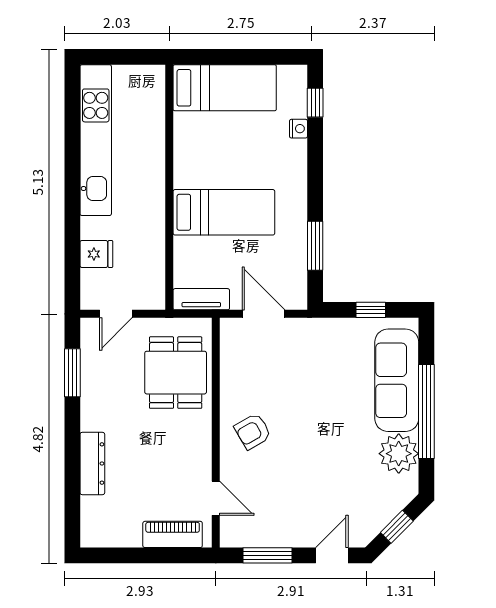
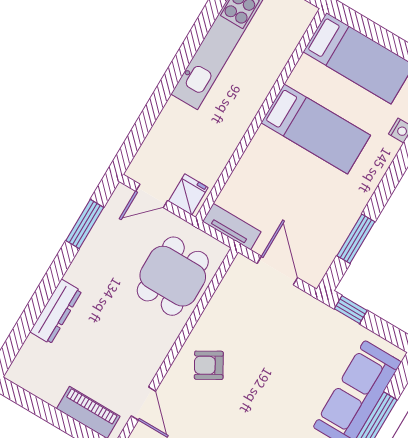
bed: (224, 212) -> (316, 129), moved
fridge: (96, 254) -> (188, 194), moved, turned -90
window: (371, 310) -> (351, 310), moved

